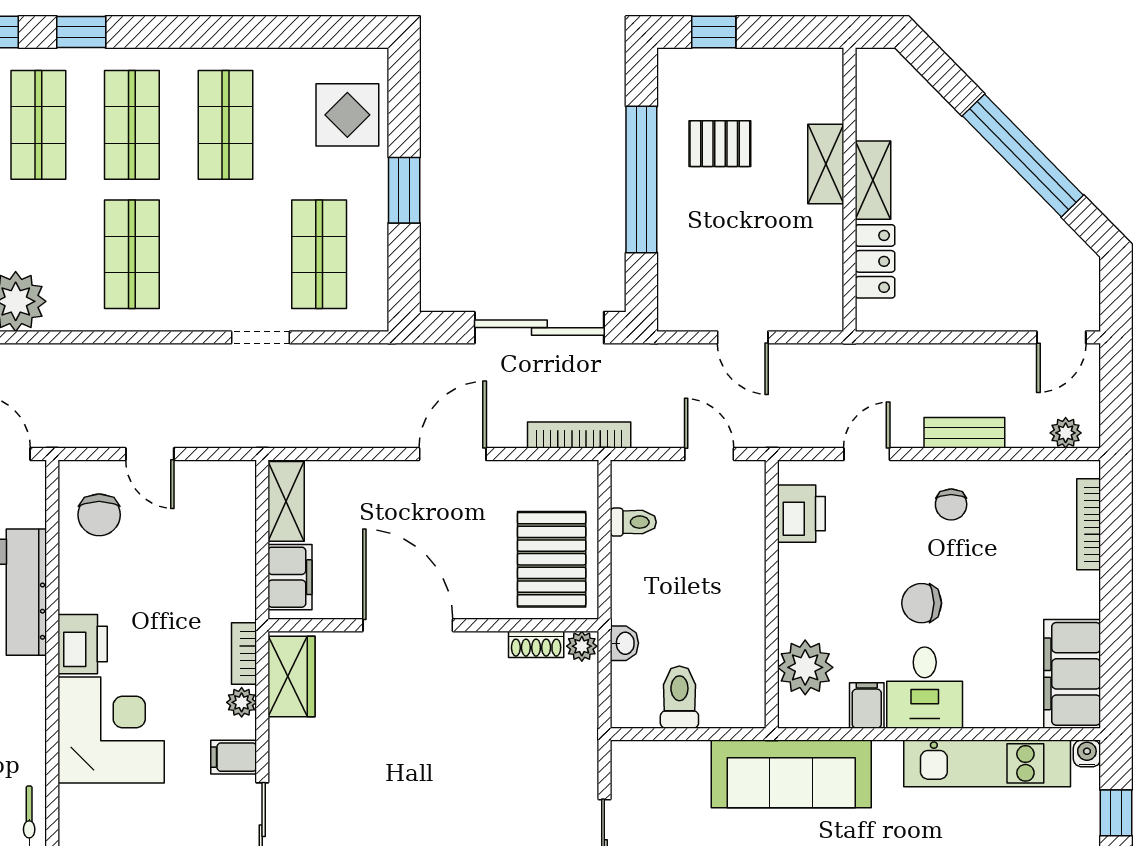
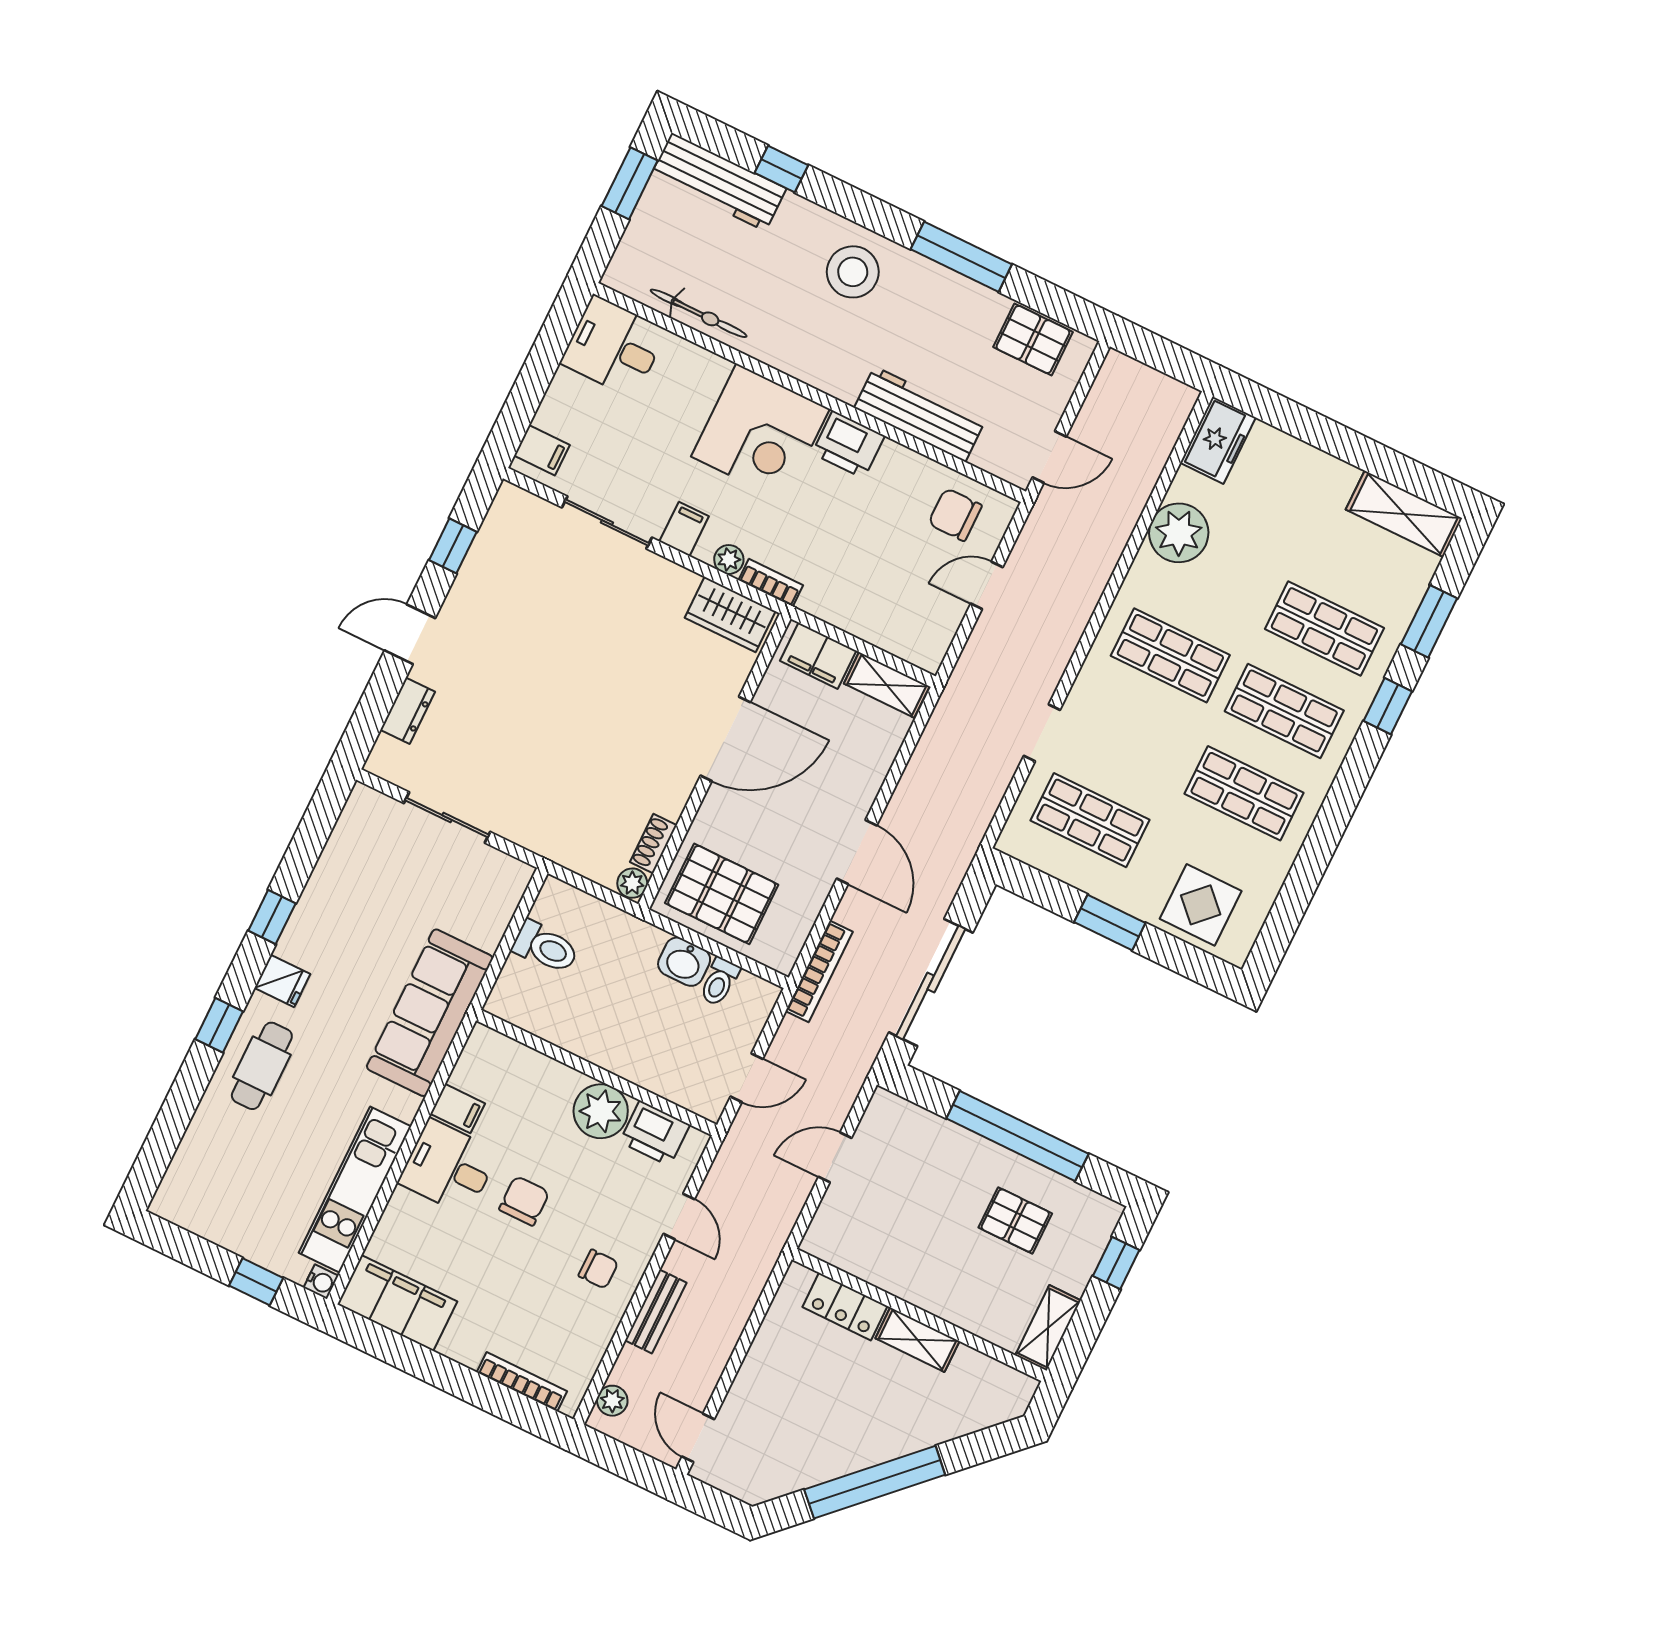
pallet: (720, 144) -> (1015, 1220), turned 90
shelving: (826, 164) -> (1048, 1328), moved, turned 90
chair: (951, 504) -> (598, 1269), turned 180
washbasin: (624, 643) -> (684, 962), moved, width x1.38, depth x1.45
plant: (805, 667) -> (601, 1111), moved

